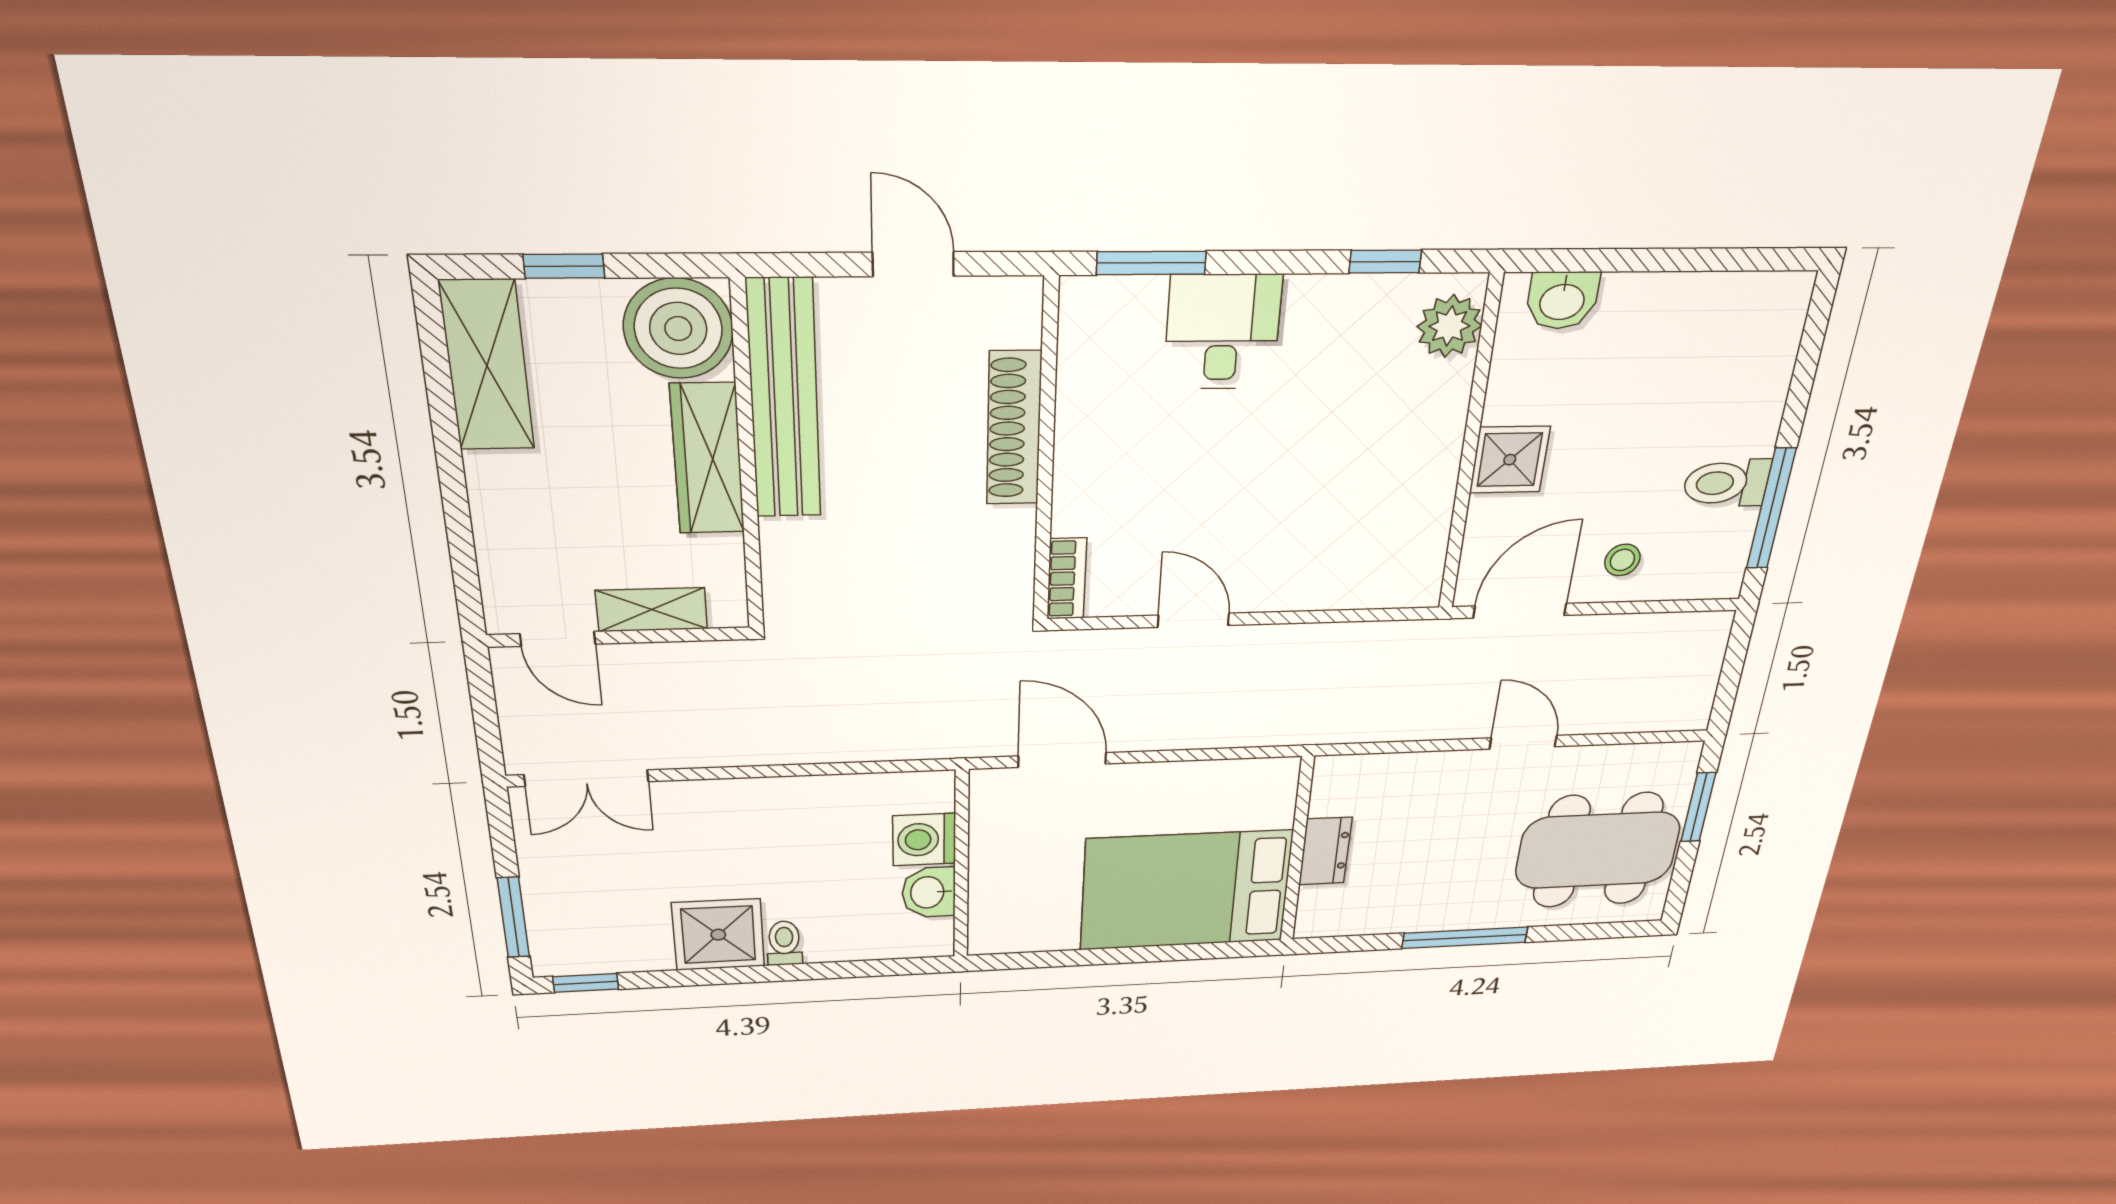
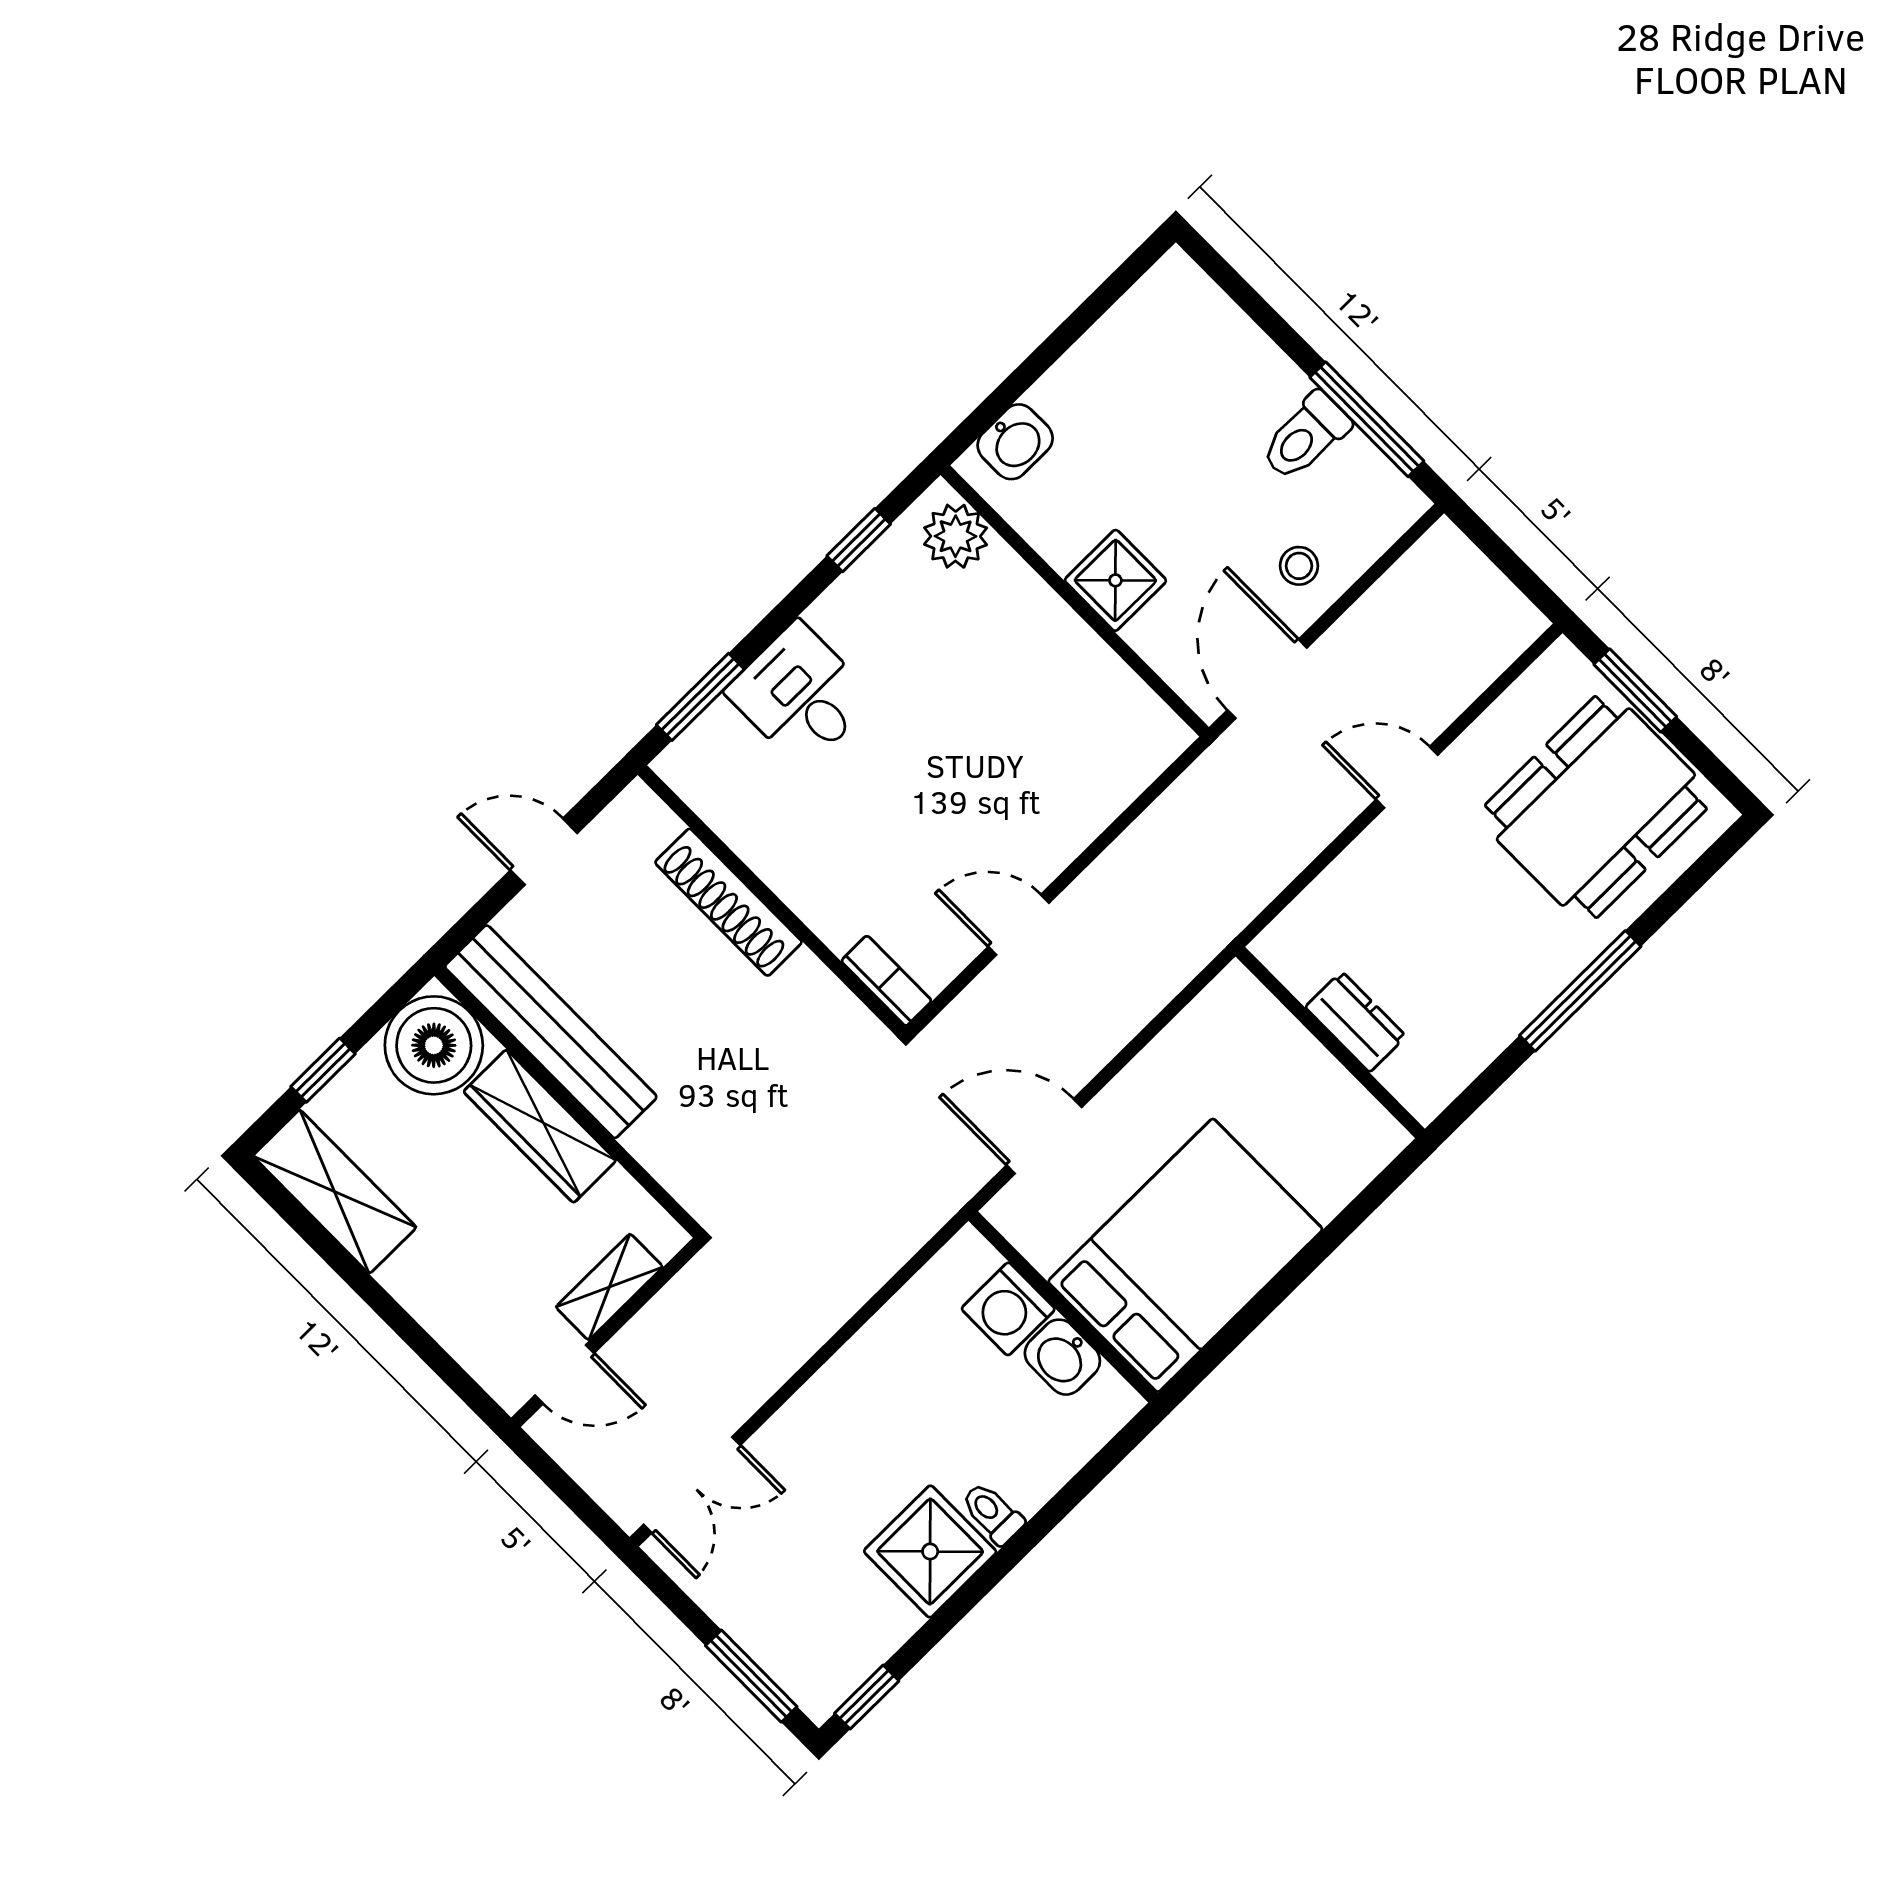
bed: (1186, 890) -> (1185, 1255), moved, turned 180

